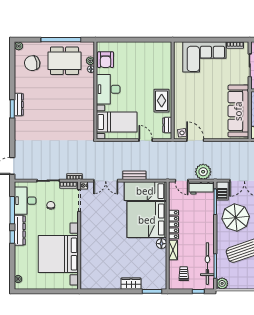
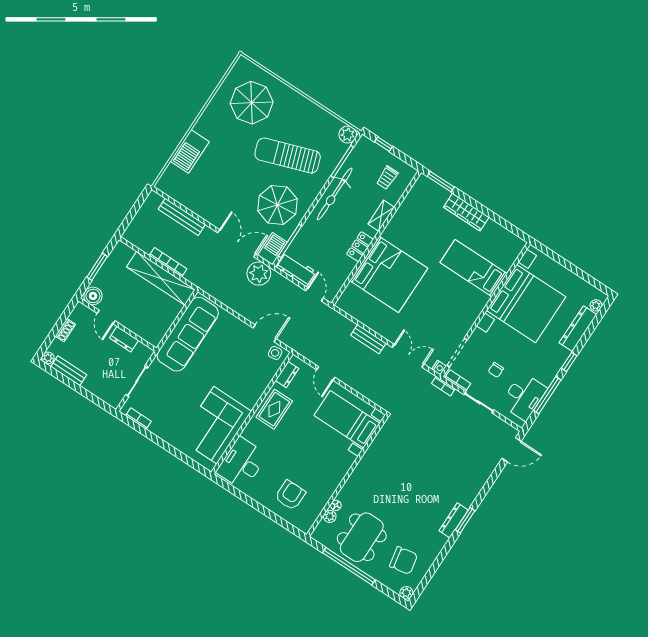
corner sofa: (204, 57) -> (215, 425), moved, turned -90
armchair: (106, 60) -> (290, 495), moved
dining table: (64, 61) -> (362, 537), turned 90
desk: (108, 89) -> (242, 463), moved, turned 180
door: (195, 140) -> (265, 333), swing flipped
plant: (203, 172) -> (259, 274), moved
bed: (145, 191) -> (473, 268), moved, turned 180
locker: (173, 224) -> (360, 247), width x0.66
dresser: (20, 230) -> (578, 329), moved
floor lamp: (161, 244) -> (390, 233), removed
bicycle: (207, 264) -> (335, 194), moved
wardrobe: (131, 284) -> (466, 212), width x1.50

